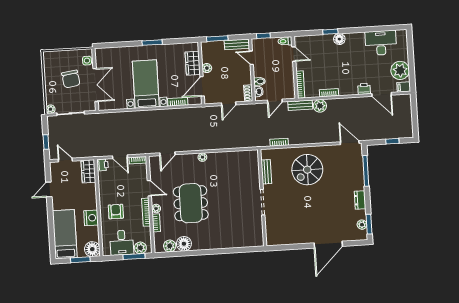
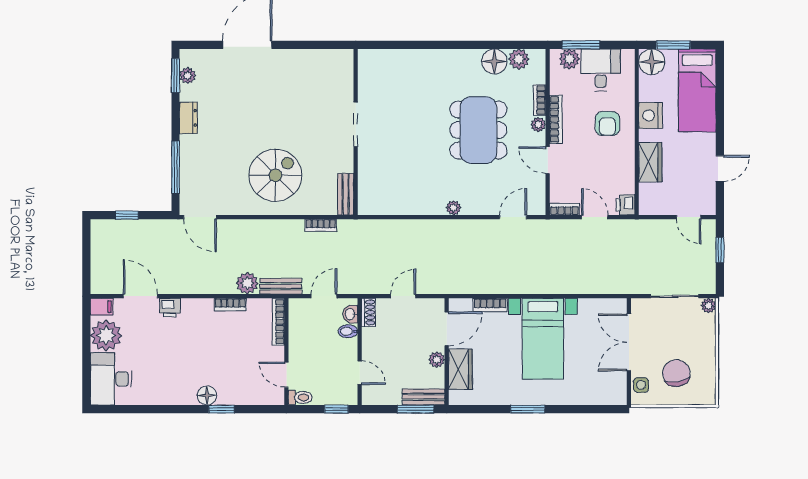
desk: (381, 43) -> (111, 379), moved, turned 90
bench: (237, 44) -> (423, 397), moved
chair: (71, 79) -> (676, 373), moved
wardrobe: (88, 171) -> (650, 162), moved
bench: (266, 172) -> (346, 194), moved

